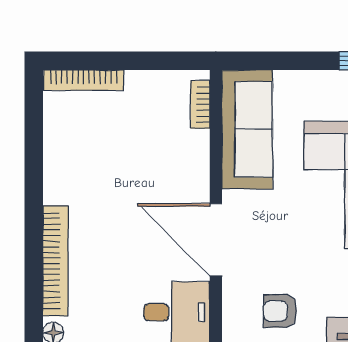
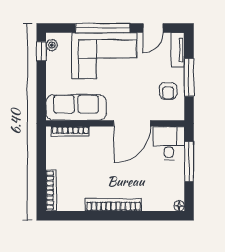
bookcase: (200, 105) -> (70, 131), width x1.56
bookcase: (55, 261) -> (113, 205), moved

